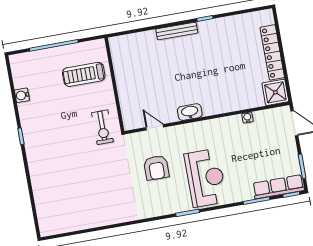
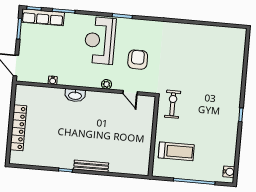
shower: (275, 92) -> (25, 95), removed
water cooler: (22, 95) -> (229, 172), moved
washbasin: (190, 112) -> (75, 95), moved
plant: (184, 130) -> (107, 84), added

